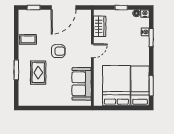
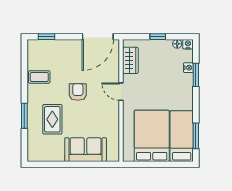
door: (63, 8) -> (98, 37), moved
armchair: (58, 51) -> (78, 92), turned -90
door: (92, 51) -> (121, 92), swing flipped
sofa: (82, 84) -> (86, 150), moved, turned 90

